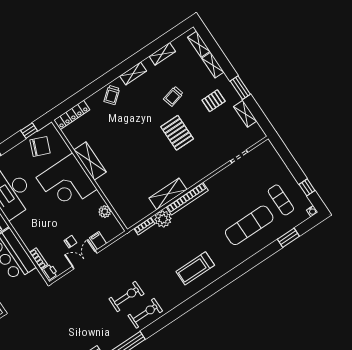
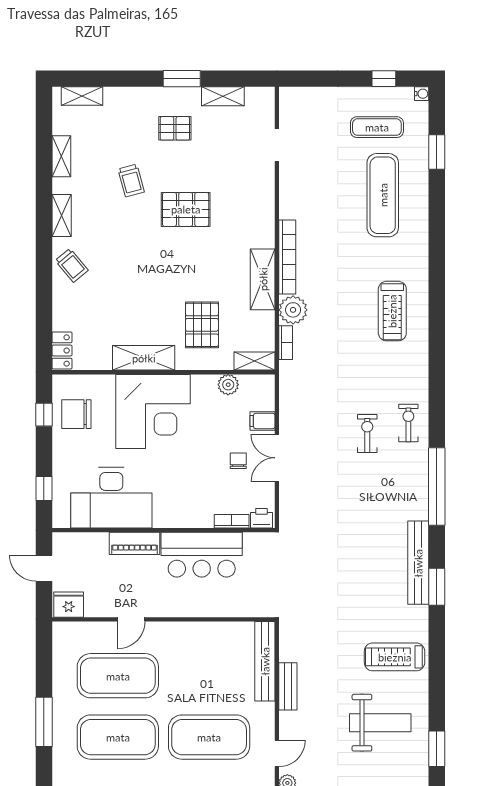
shelving: (213, 65) -> (254, 361), moved
pallet: (214, 101) -> (175, 128), turned 90
locker: (72, 115) -> (62, 350), width x0.66
chair: (40, 146) -> (76, 414), turned -112
pallet: (126, 179) -> (202, 325), added
exercise bike: (126, 296) -> (367, 434), width x0.73, depth x0.72
exercise bike: (145, 313) -> (408, 423), width x0.73, depth x0.72

